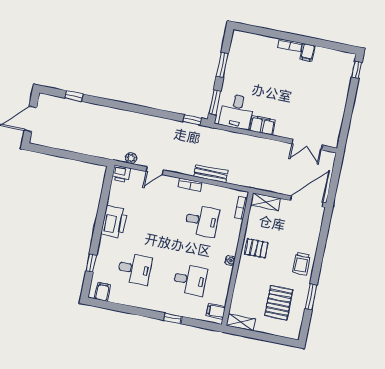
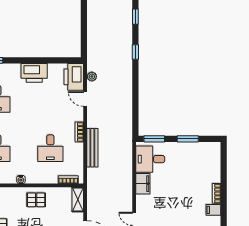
window: (192, 120) -> (135, 52), moved
printer: (121, 174) -> (74, 77), width x1.87, depth x1.48
bench: (211, 174) -> (92, 148), width x1.36
pallet: (256, 248) -> (36, 200), turned 90

